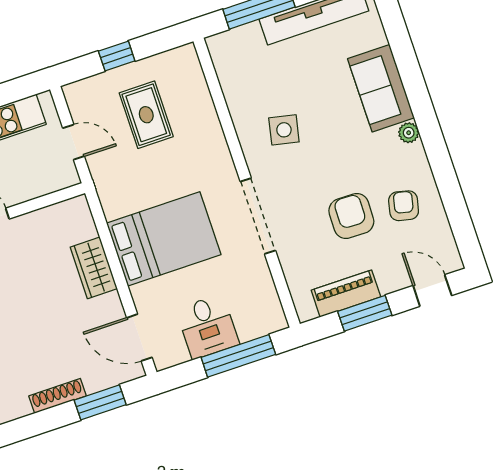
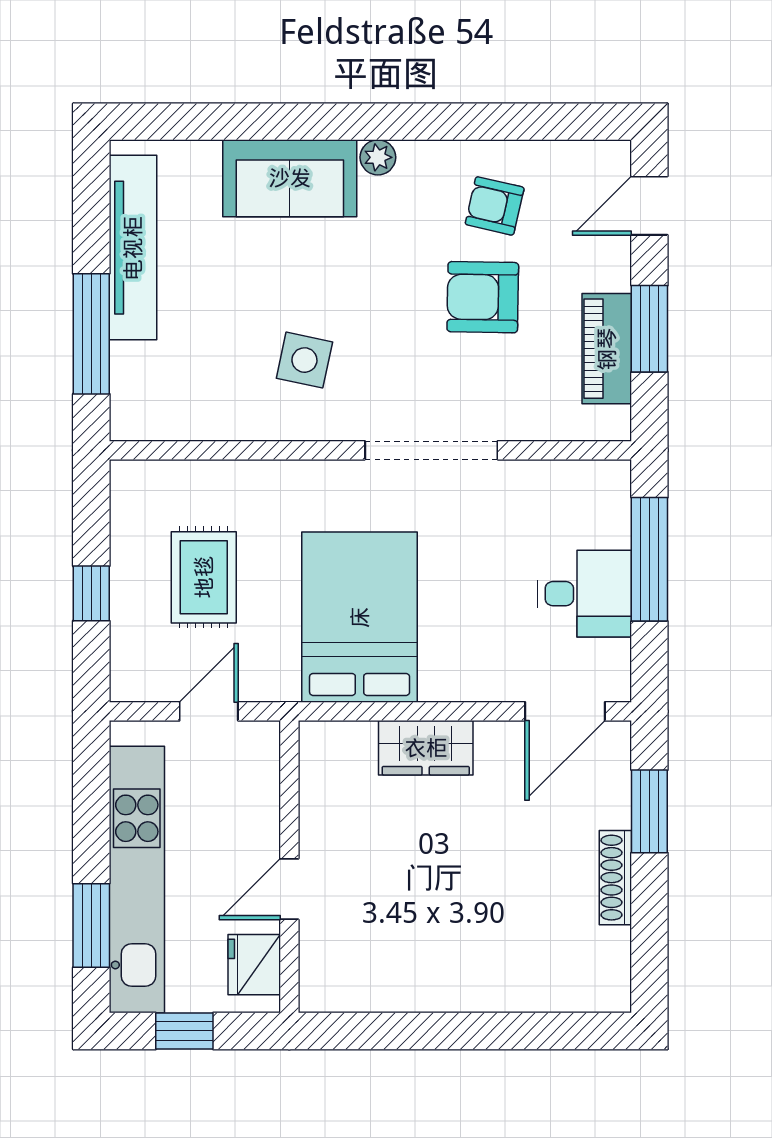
rug: (146, 115) -> (204, 577), turned 90
bed: (164, 239) -> (360, 617), moved

